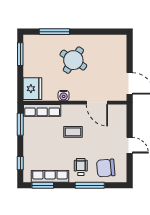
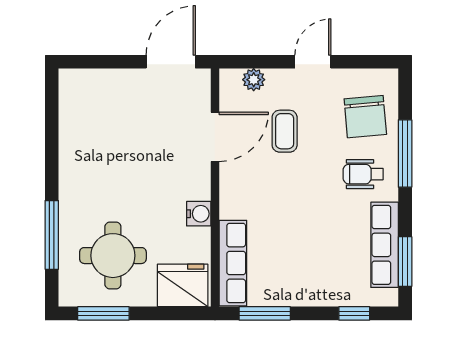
round table: (73, 60) -> (113, 256), moved, turned -33
plant: (122, 119) -> (254, 80), added
coffee table: (73, 132) -> (285, 131), moved

